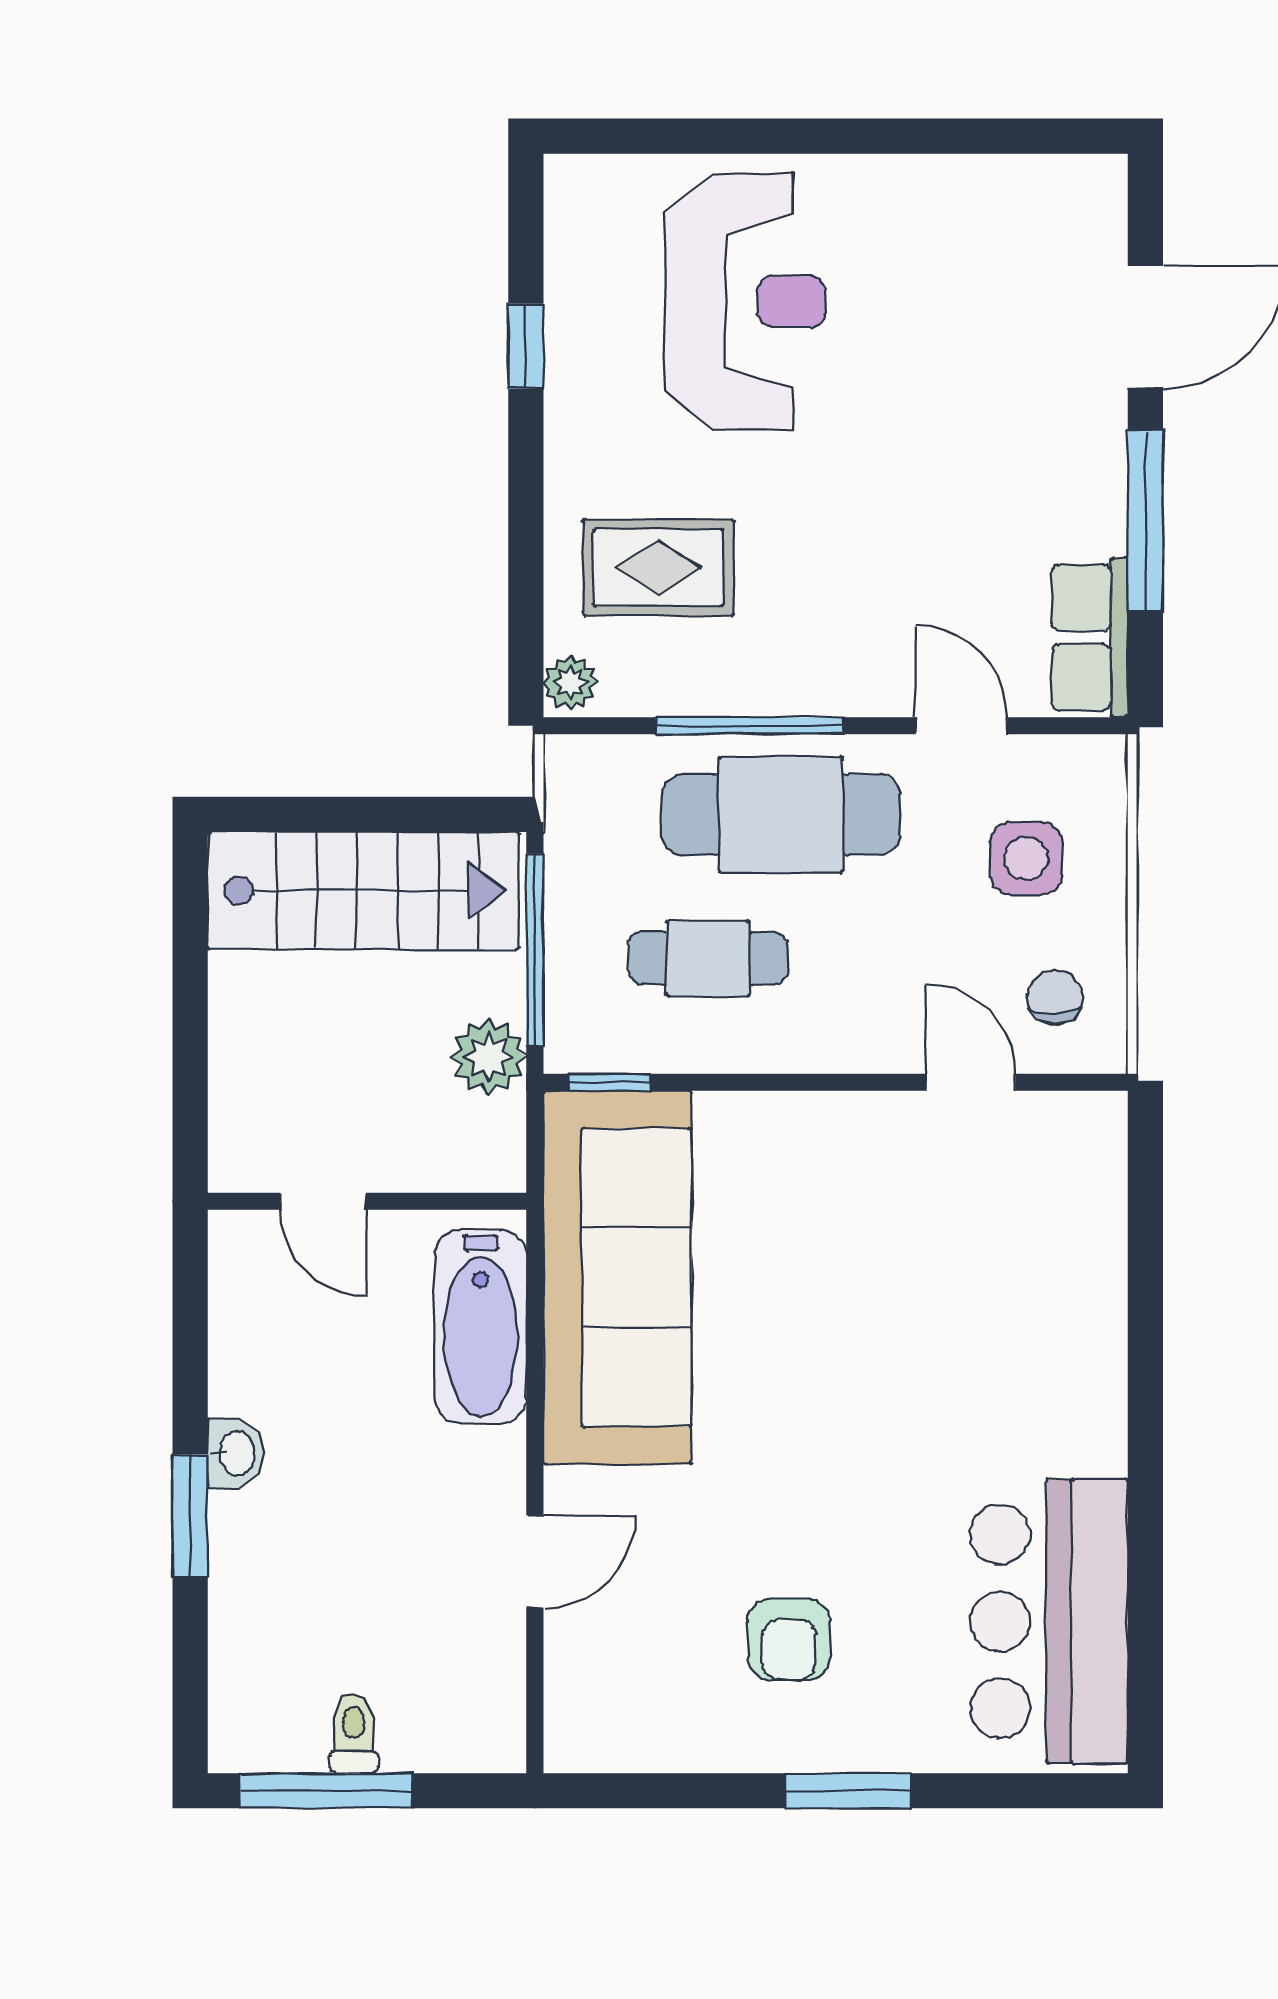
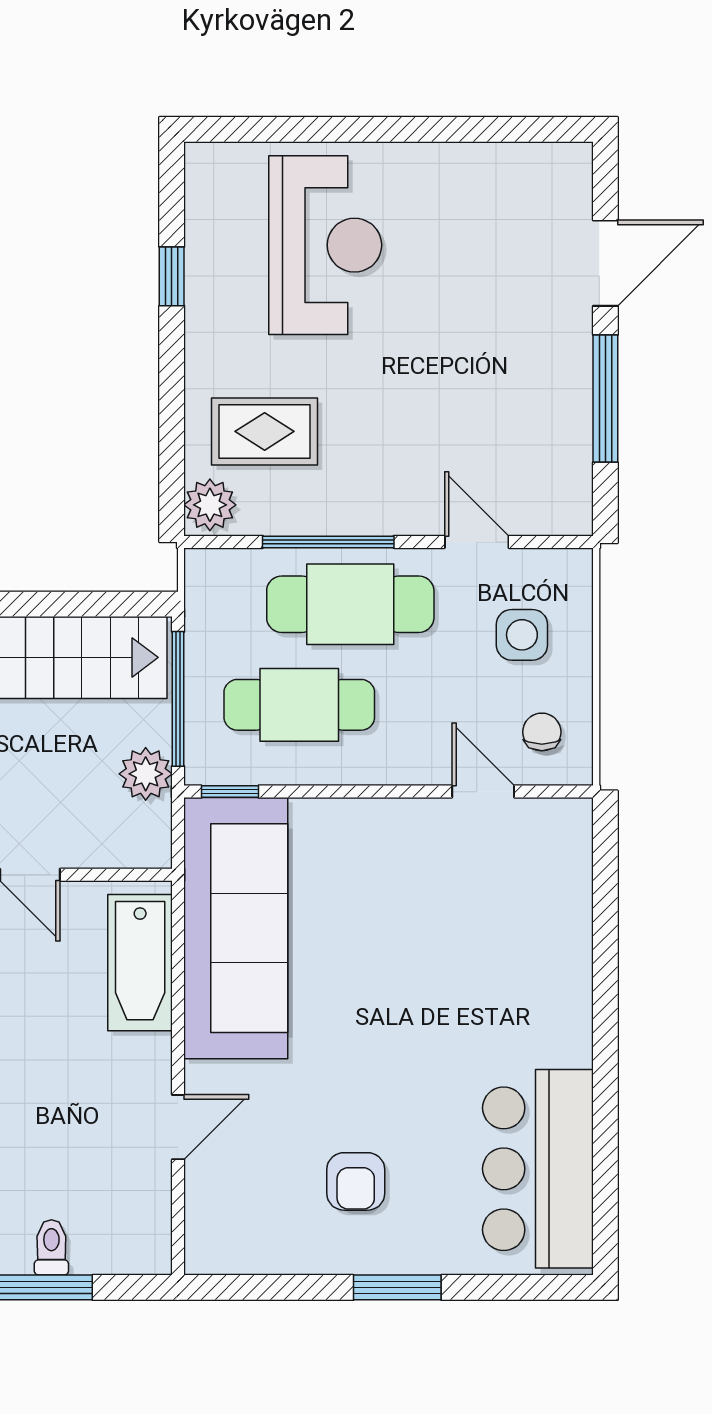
row of seats: (1090, 637) -> (566, 480), removed
plant: (570, 683) -> (210, 505), width x1.38, depth x1.38
cafe table: (708, 958) -> (299, 705), width x1.37, depth x1.35

